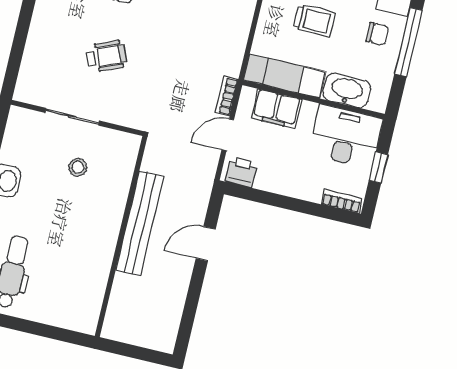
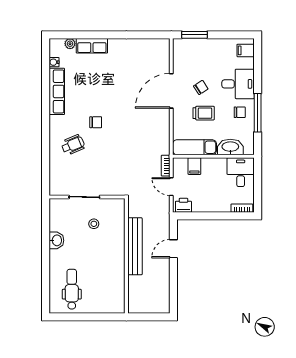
wheelchair: (106, 56) -> (73, 145), moved
filing cabinet: (276, 109) -> (194, 166), width x0.50
door: (228, 135) -> (171, 187), hinge flipped
desk: (345, 136) -> (241, 172), width x0.73
window: (378, 167) -> (258, 185), removed

